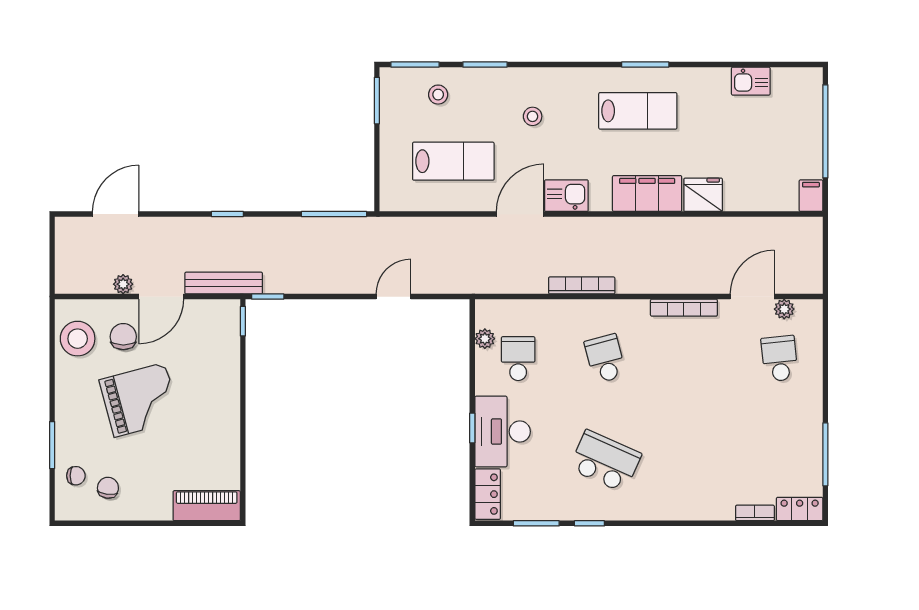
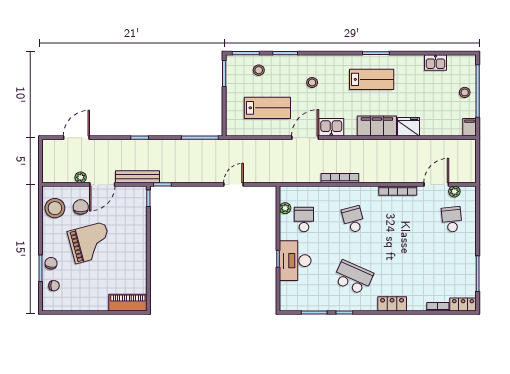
stool: (802, 134) -> (465, 92), added
chair: (108, 488) -> (51, 263), moved
locker: (488, 494) -> (392, 304), moved, turned -90

